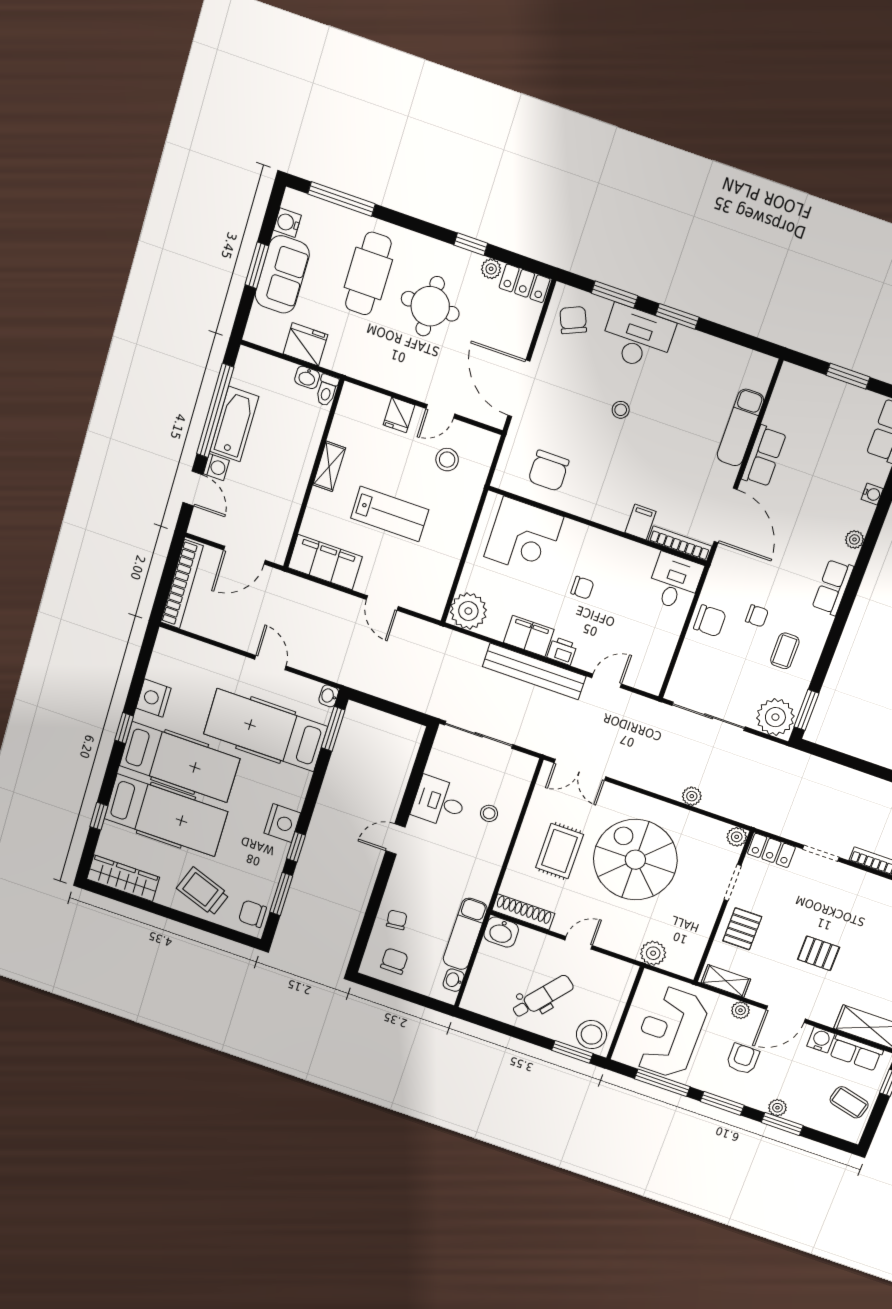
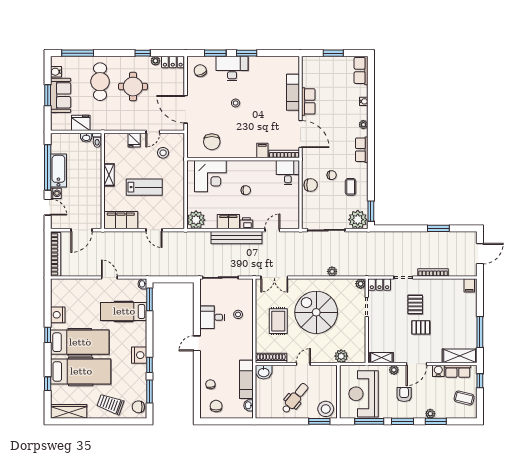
hospital bed: (266, 730) -> (124, 311), width x0.73, depth x0.78
pallet: (742, 929) -> (415, 304), moved

